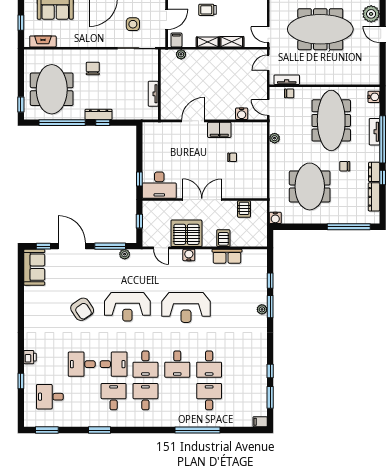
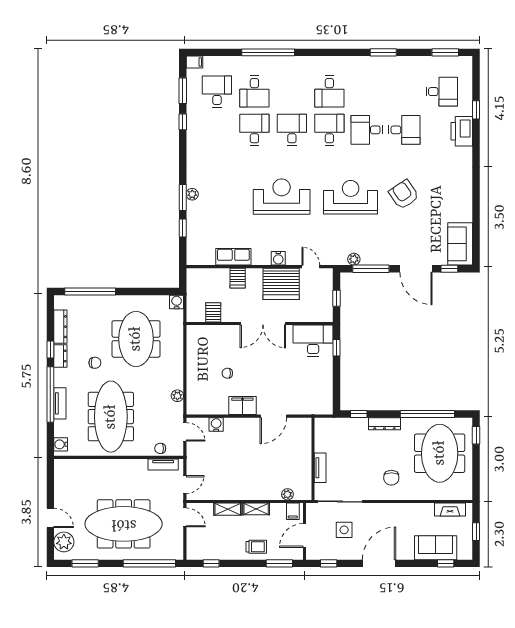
tv unit: (153, 94) -> (320, 468), moved
window: (103, 123) -> (359, 414), moved
printer: (30, 357) -> (462, 131), width x1.87, depth x1.48
desk: (114, 397) -> (217, 92), moved, turned 180

